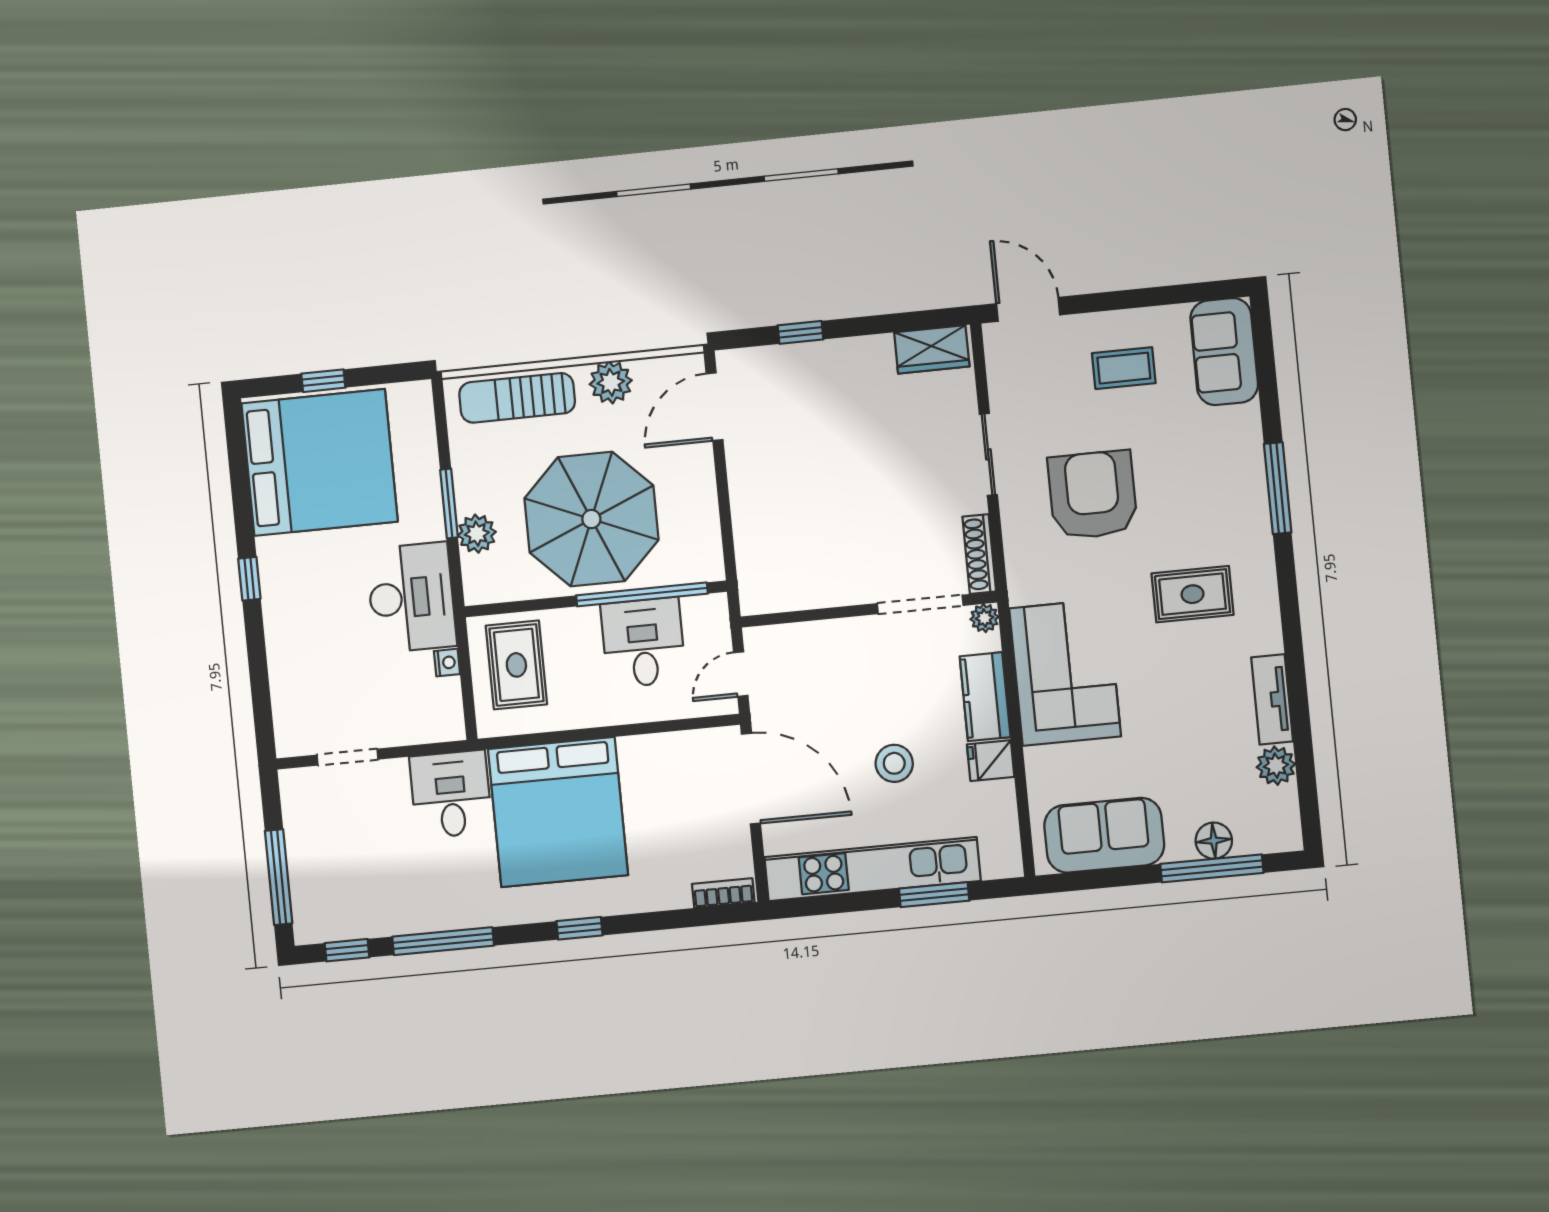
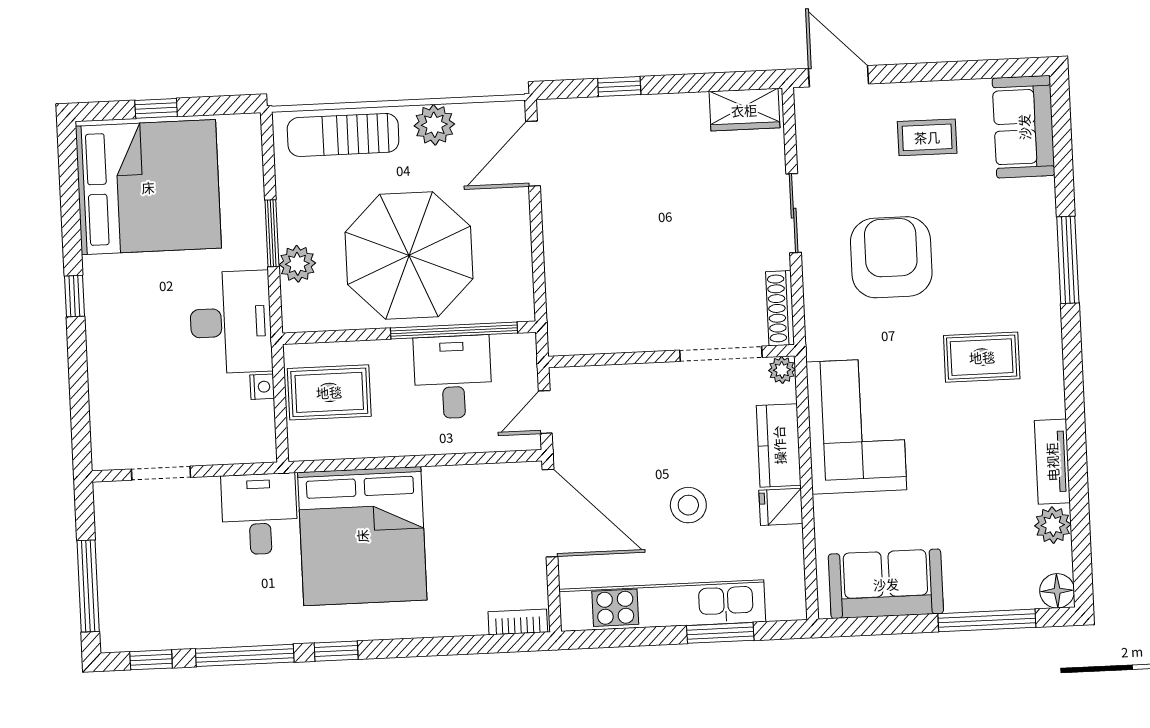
rug: (516, 665) -> (329, 392), turned 90
floor lamp: (1214, 841) -> (1057, 591), moved
window: (580, 928) -> (336, 651), moved

